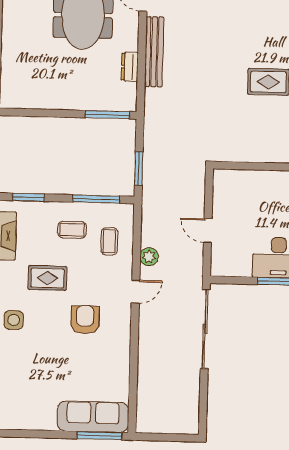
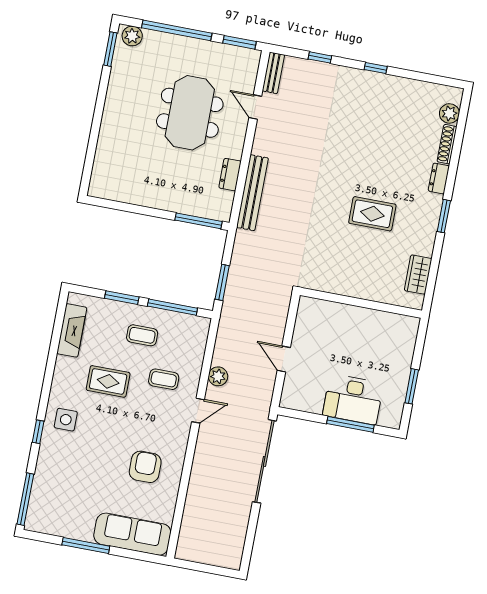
bench: (154, 52) -> (252, 193), moved
window: (29, 197) -> (122, 298), moved
coffee table: (109, 241) -> (164, 379), moved, turned 90
armchair: (85, 320) -> (145, 467), moved
window: (99, 436) -> (86, 546), moved

